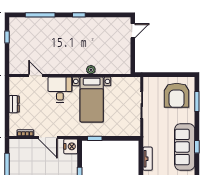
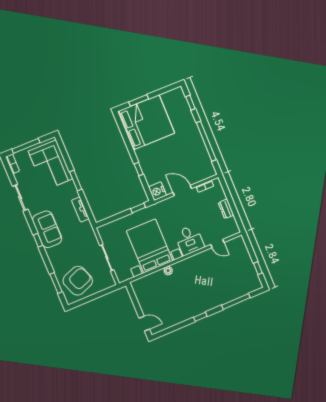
door: (133, 31) -> (144, 324), swing flipped
armchair: (177, 95) -> (78, 281), turned 69
bed with nightstands: (92, 99) -> (150, 246), width x1.36
sofa: (185, 147) -> (47, 229), width x0.73

